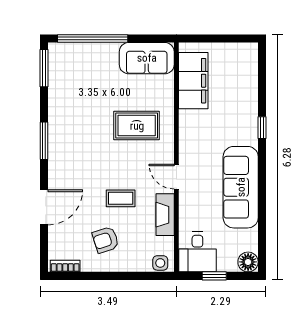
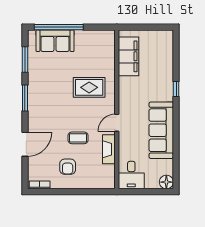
sofa: (147, 58) -> (55, 41), moved
window: (44, 68) -> (25, 59), moved
door: (176, 177) -> (117, 123), hinge flipped
armchair: (106, 240) -> (68, 167), turned -72
side table: (160, 263) -> (106, 183), removed
window: (214, 276) -> (143, 192), removed

